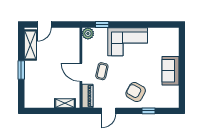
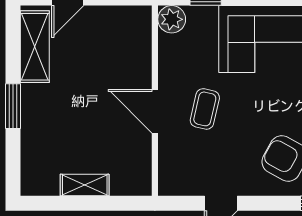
piano: (87, 96) -> (170, 168), removed
shelving: (65, 103) -> (85, 185), moved

